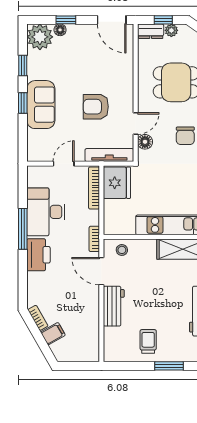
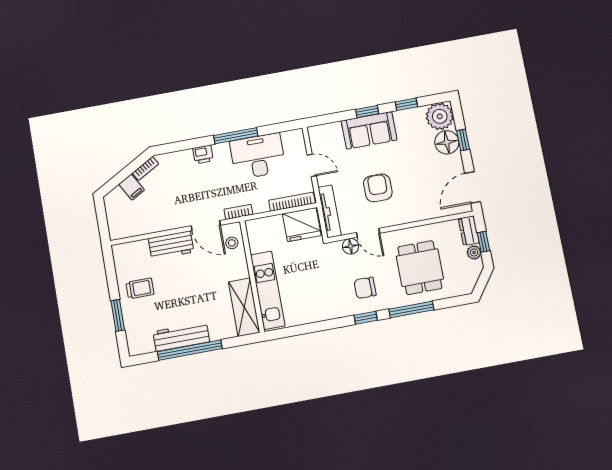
floor lamp: (60, 30) -> (447, 142), width x1.89, depth x1.89
printer: (38, 255) -> (203, 154), width x0.53, depth x0.68
door: (101, 271) -> (206, 226), swing flipped

